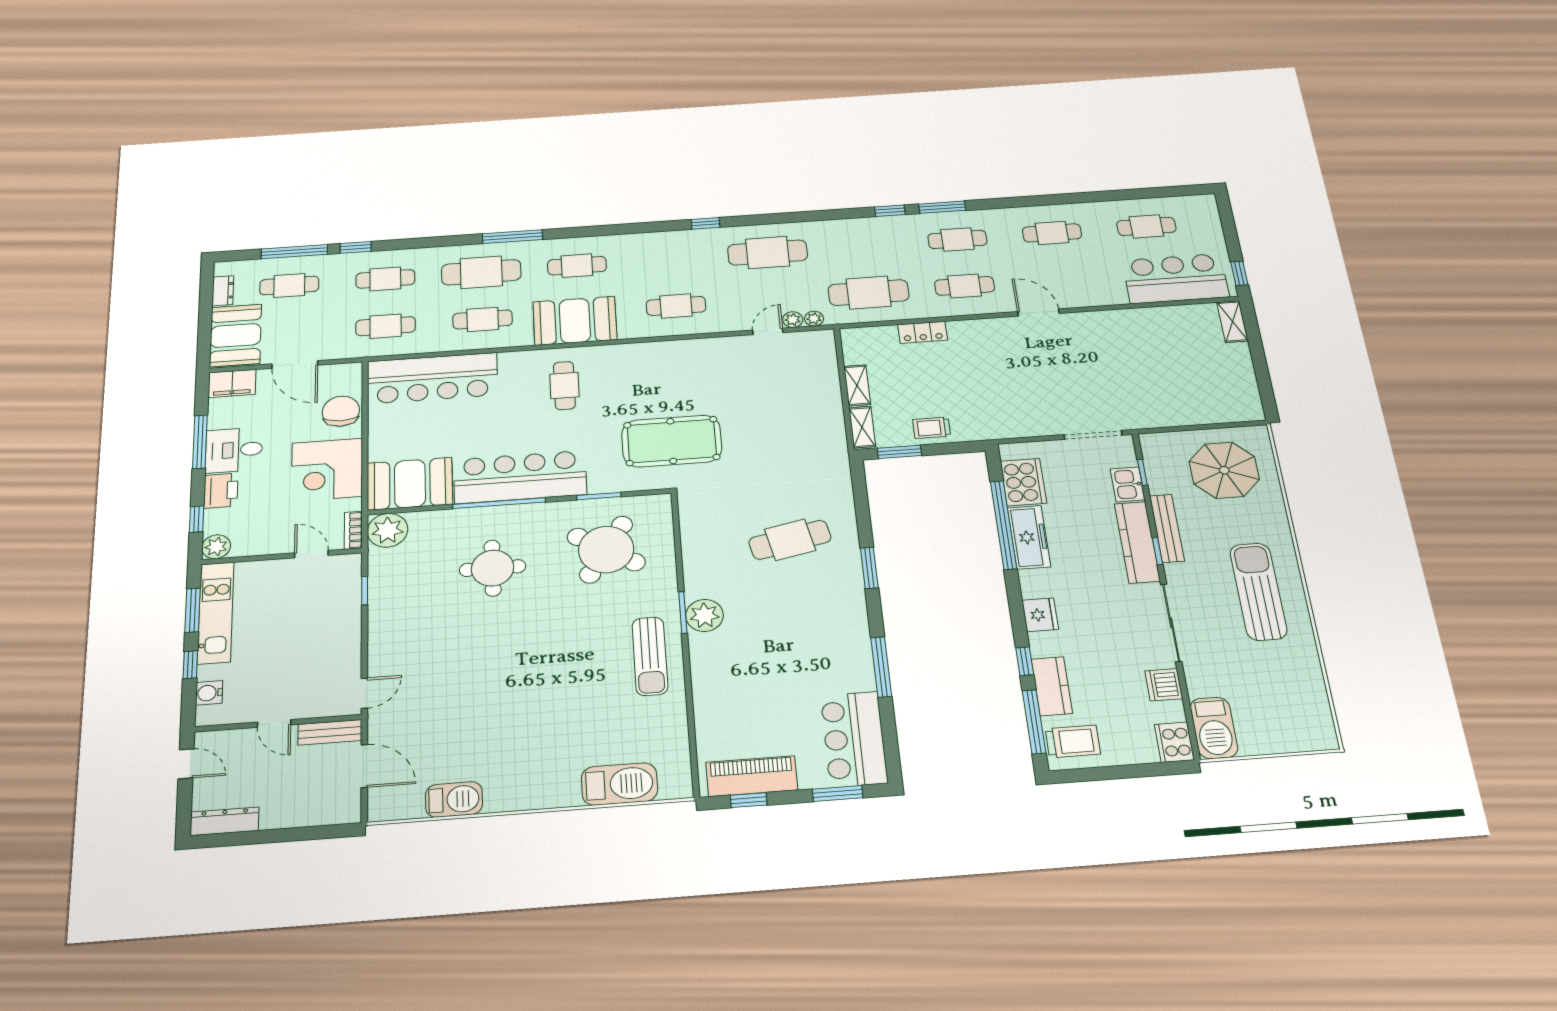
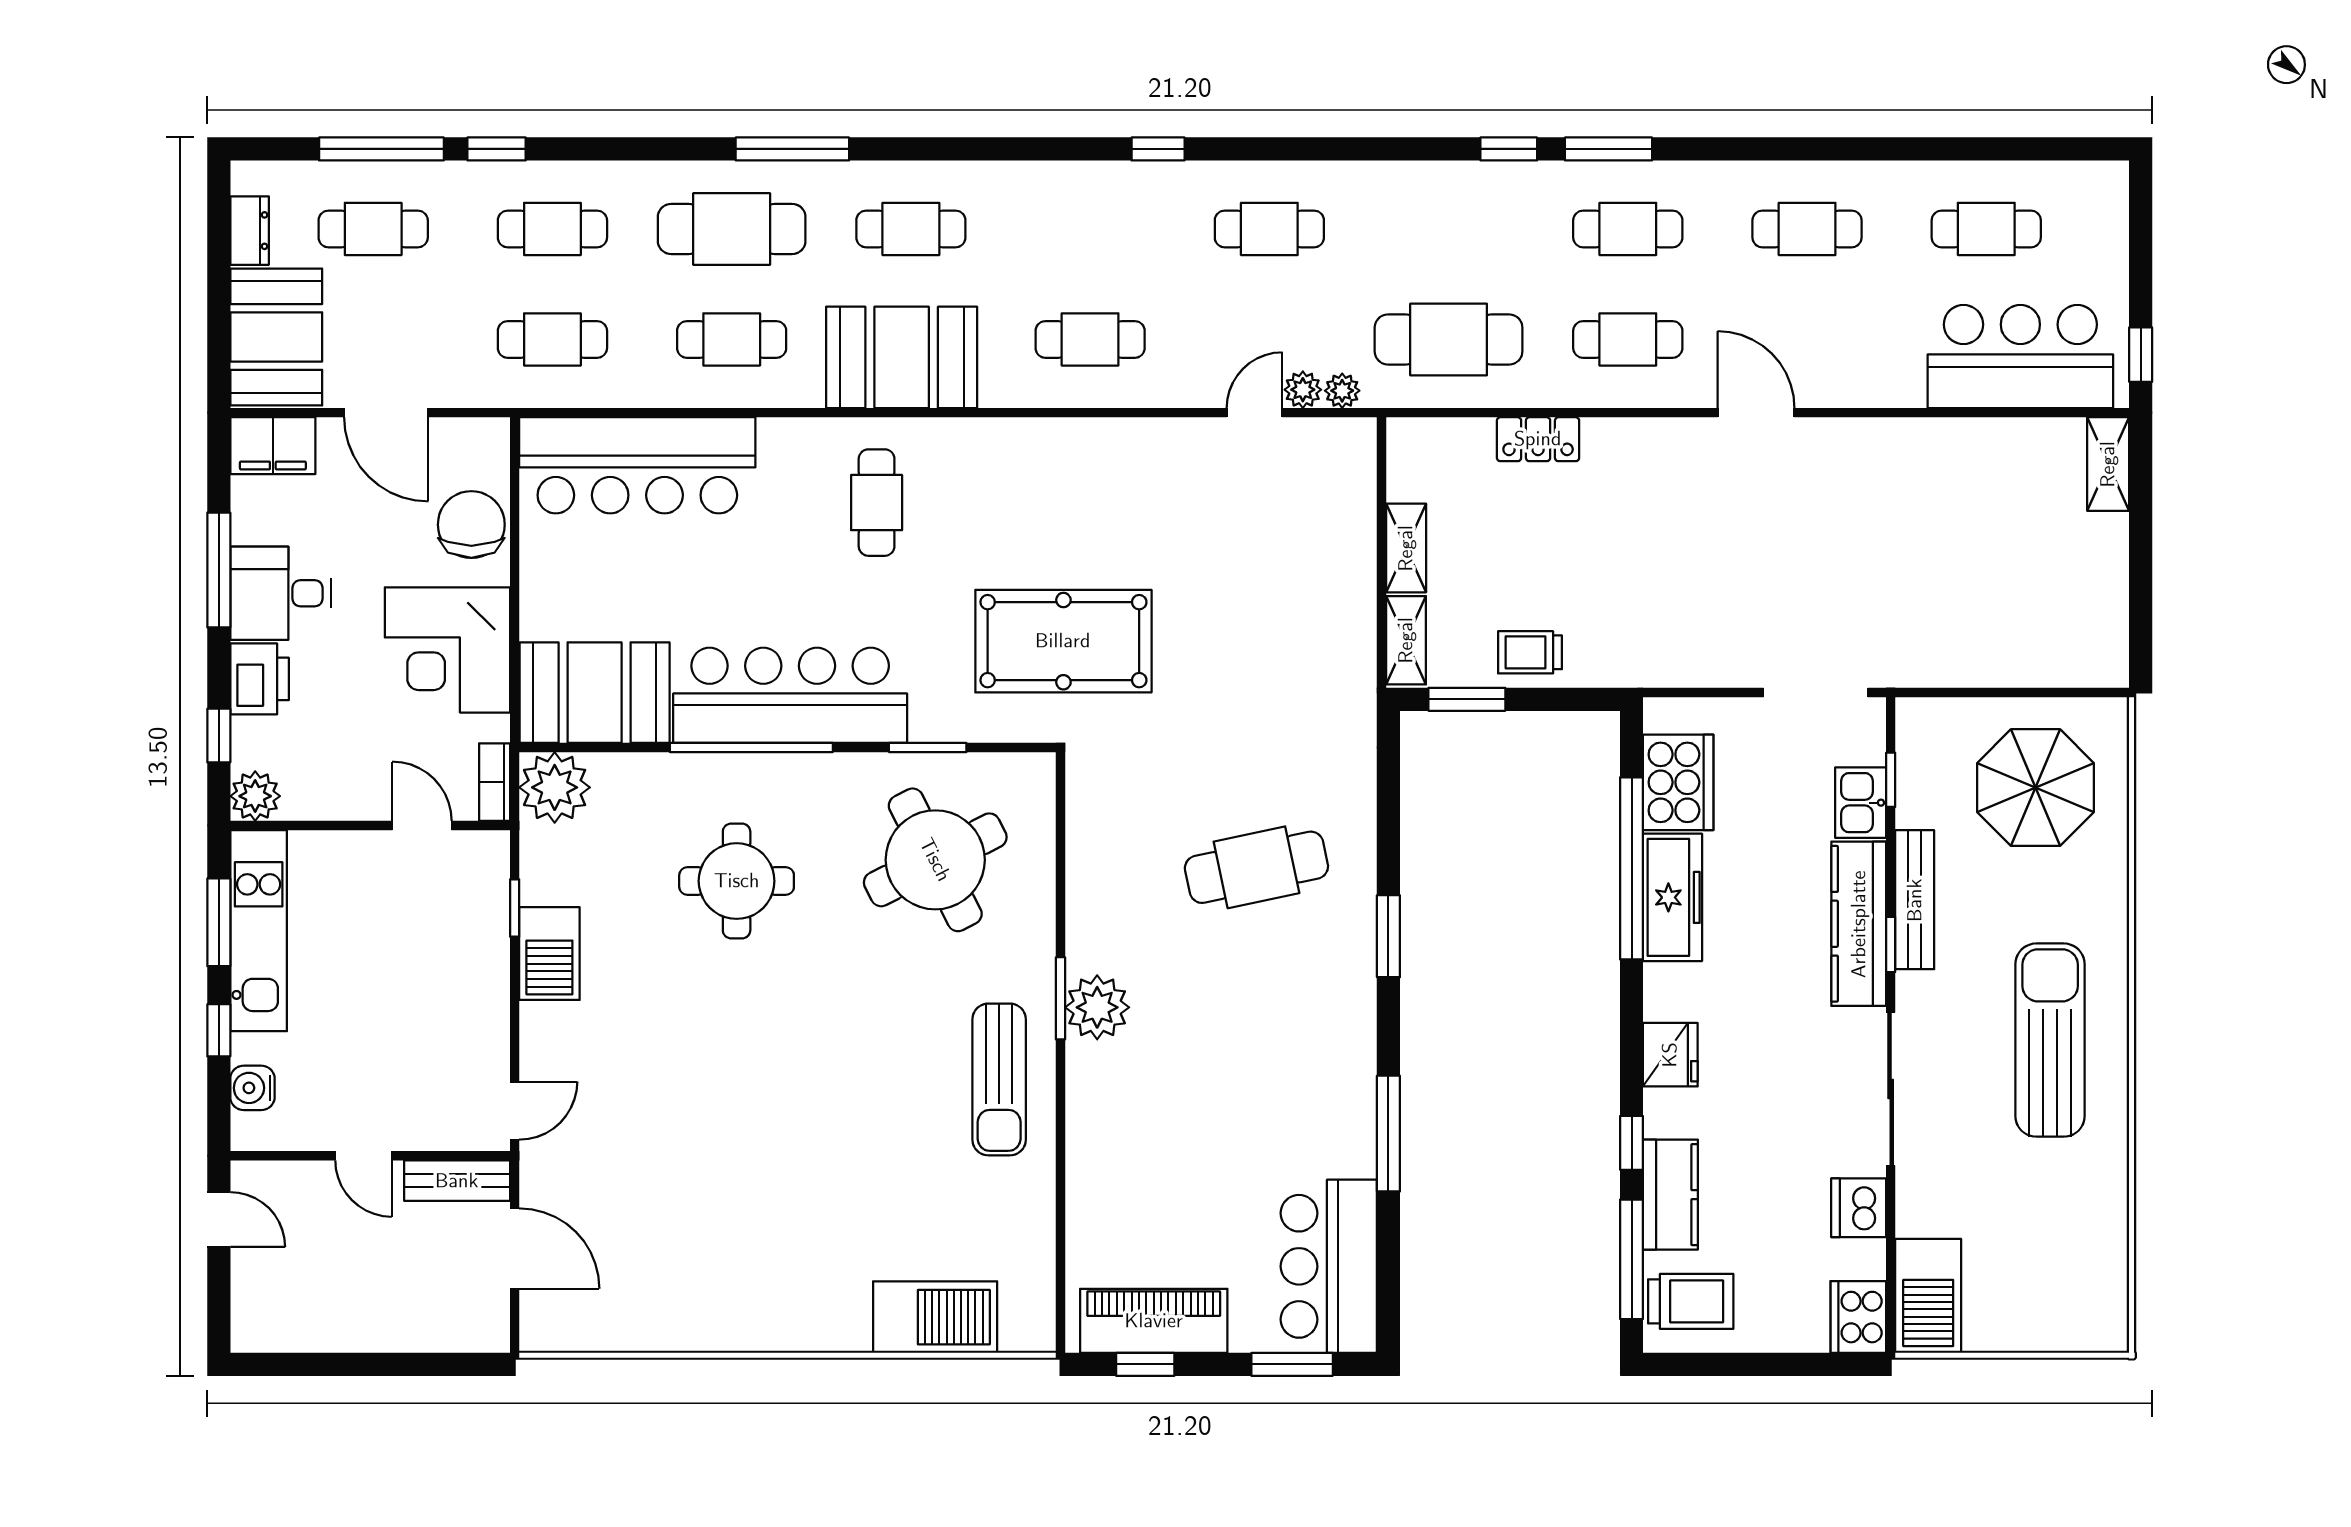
cafe table: (768, 253) -> (1269, 229), width x0.73, depth x0.74
round table: (606, 550) -> (935, 860), turned 31
barbecue: (454, 799) -> (549, 954), moved, turned 90
dresser: (224, 821) -> (286, 1331), removed

